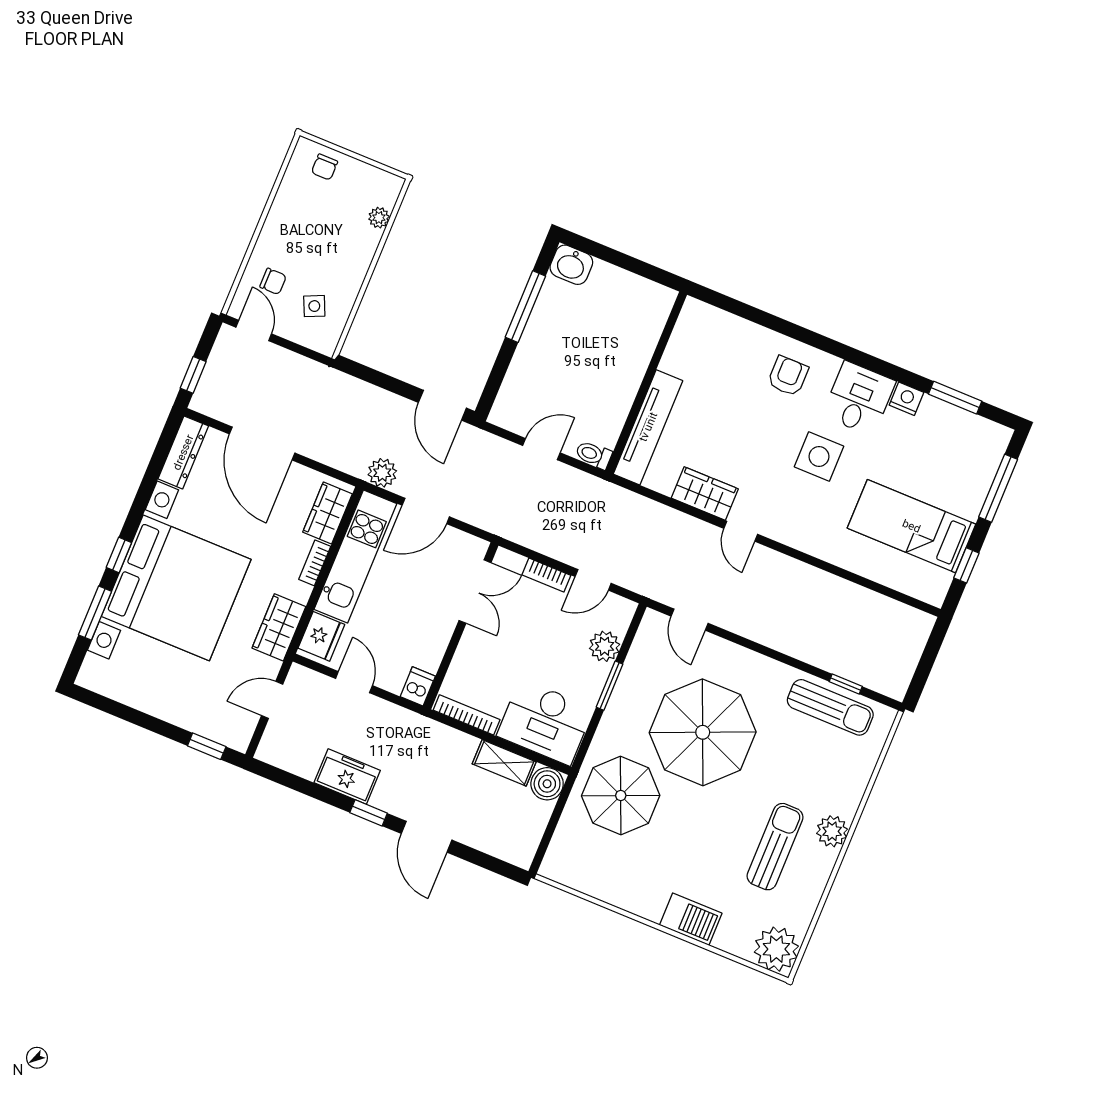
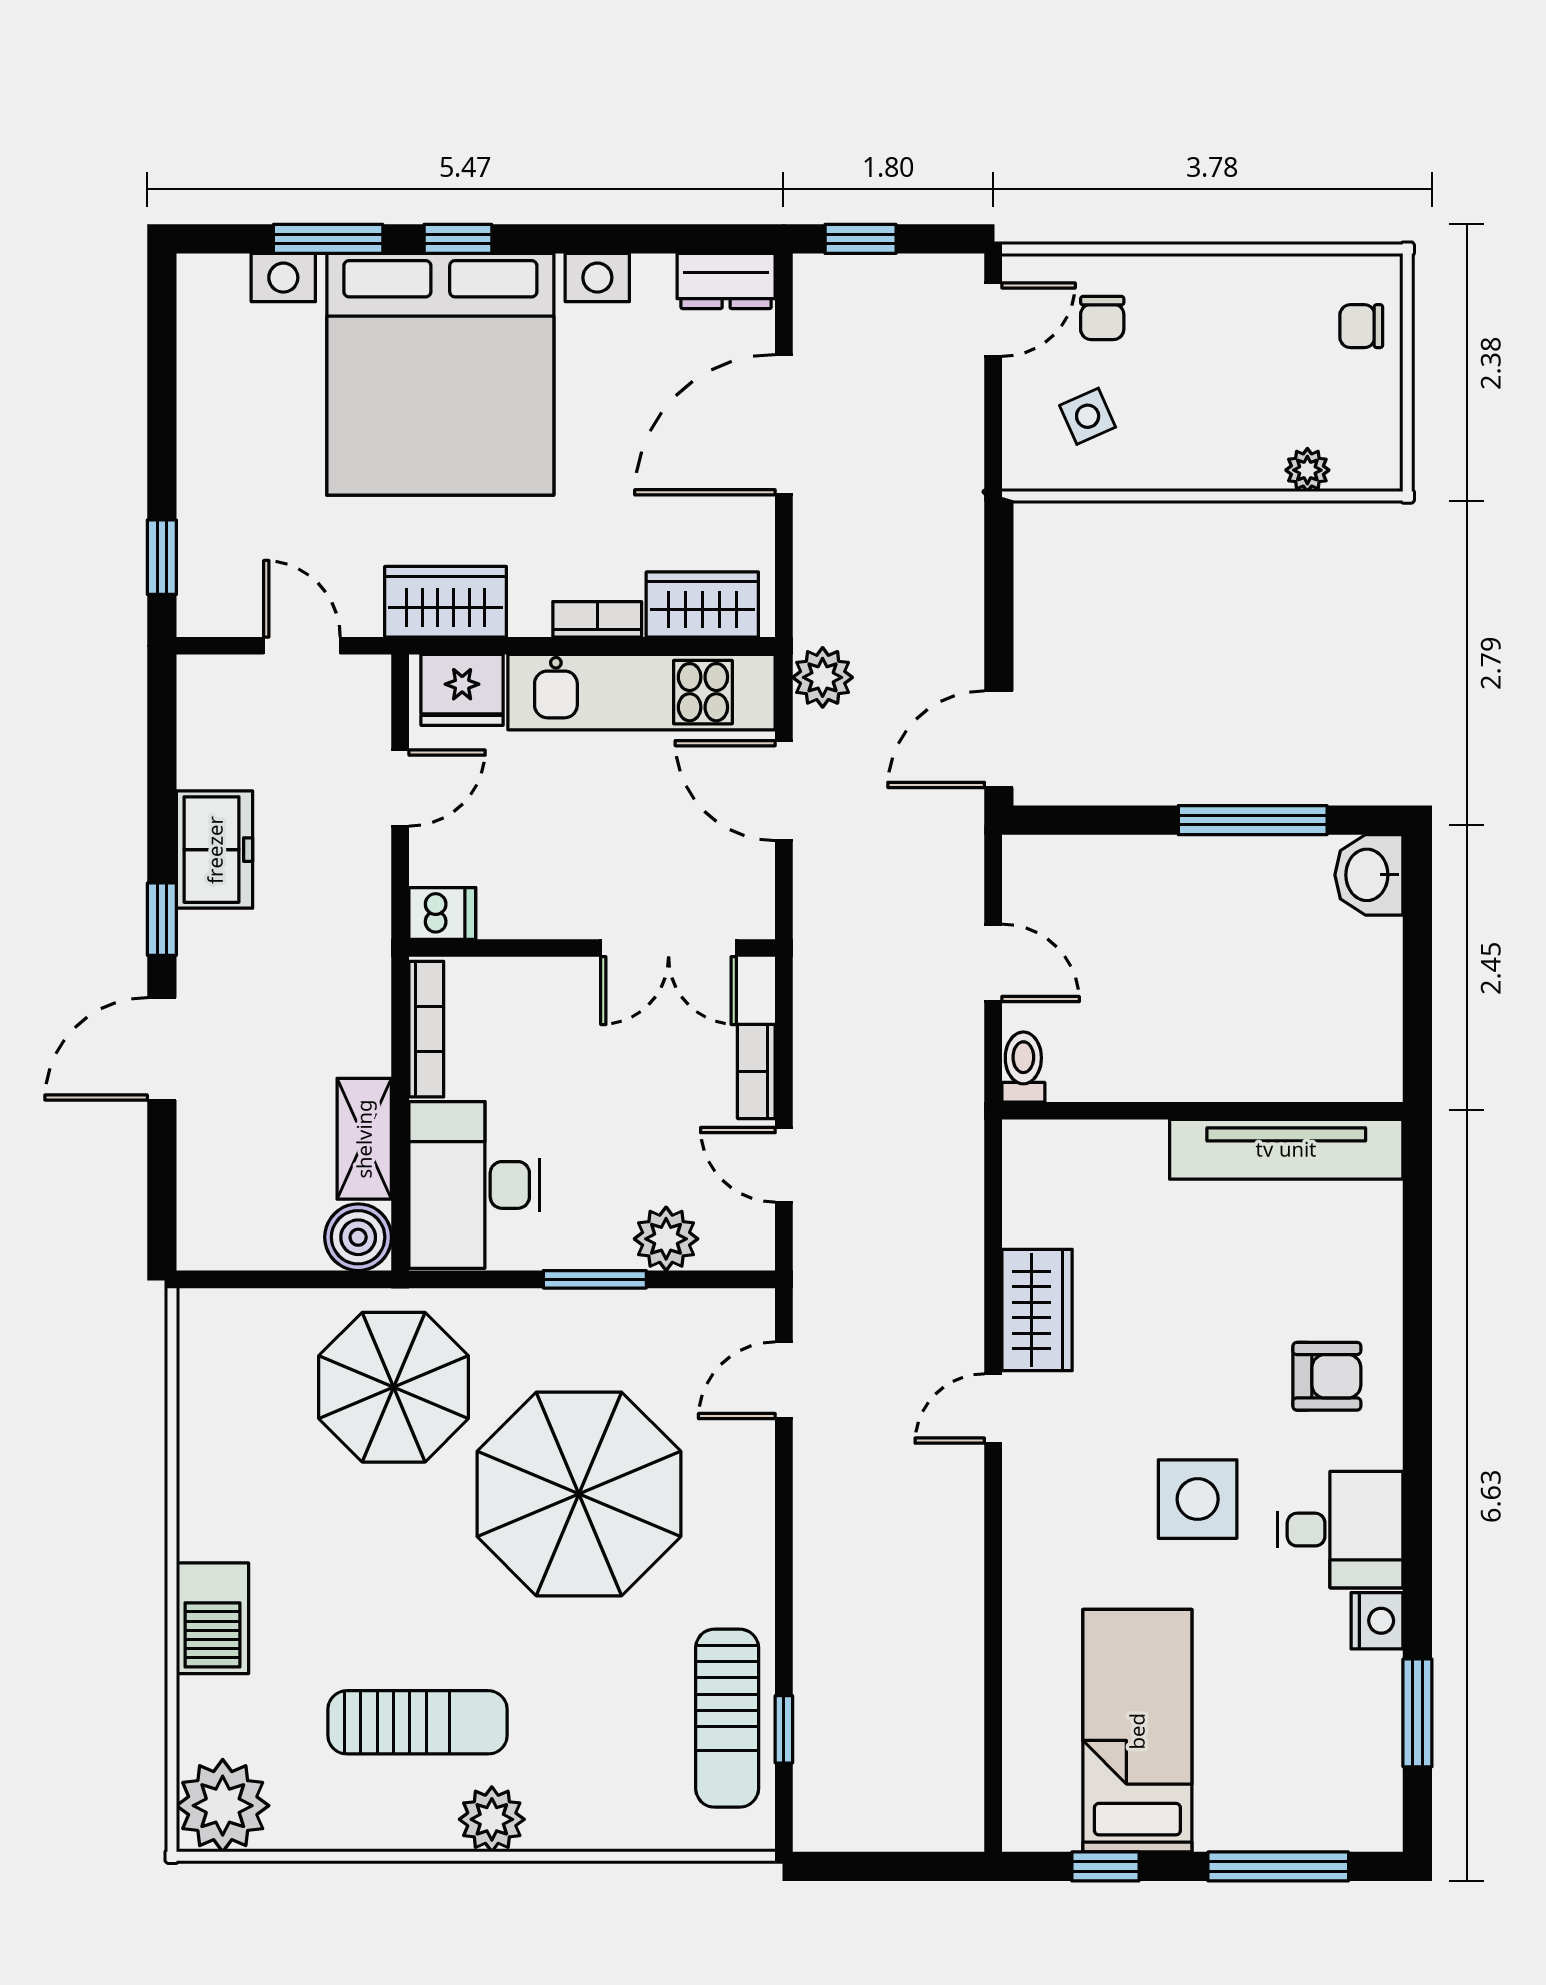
tv unit: (648, 427) -> (1286, 1149), moved
dresser: (183, 452) -> (726, 281), width x0.70

